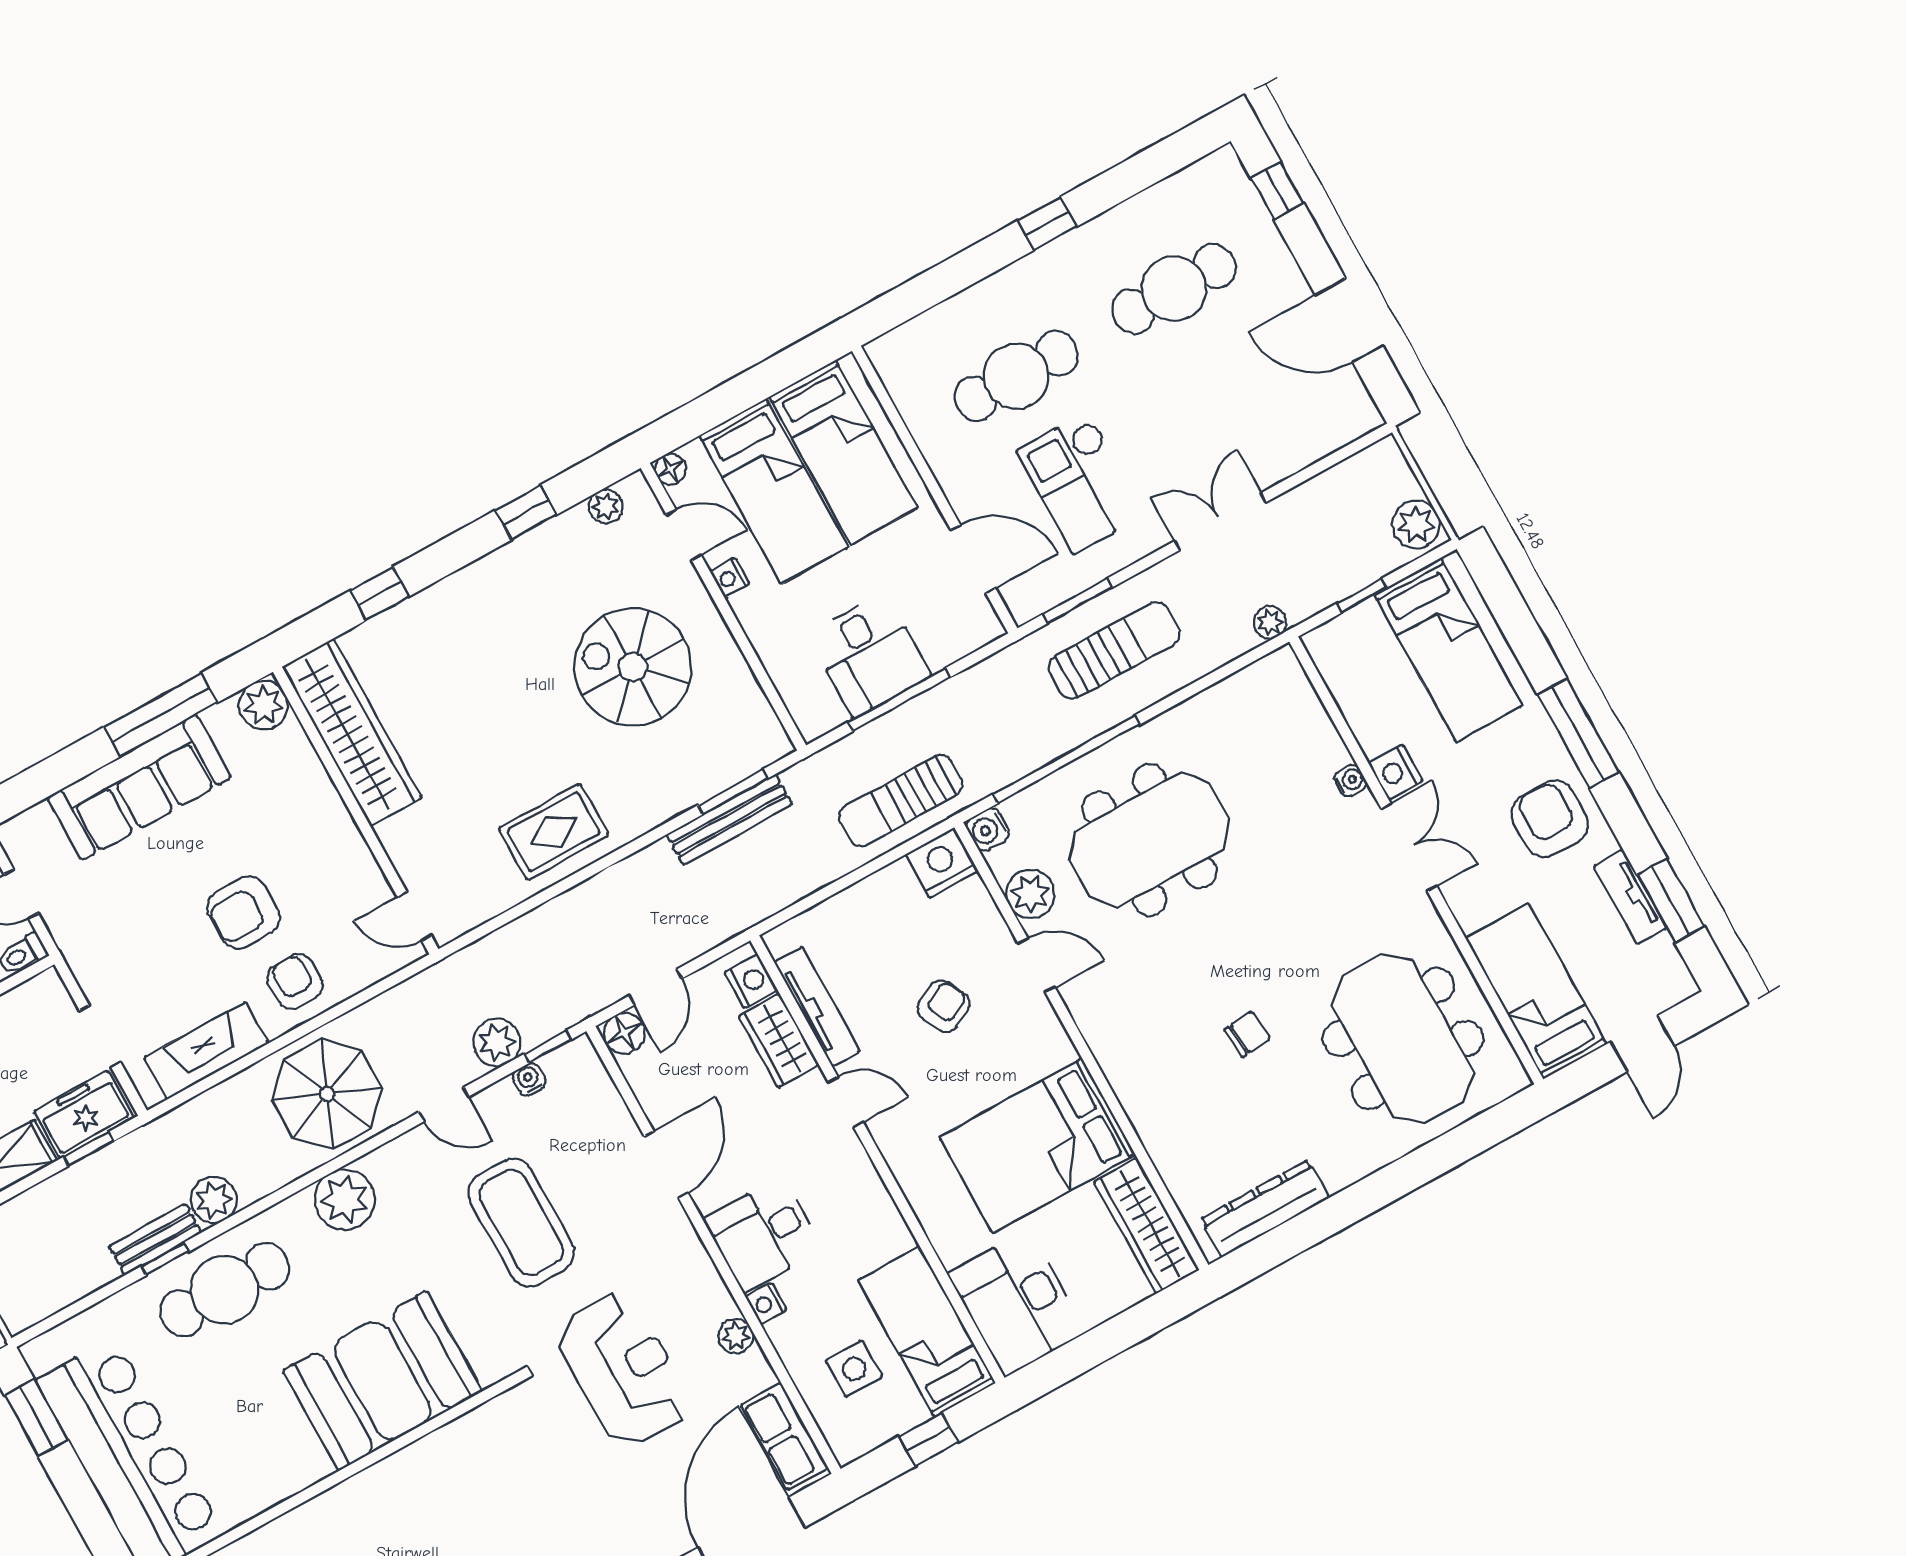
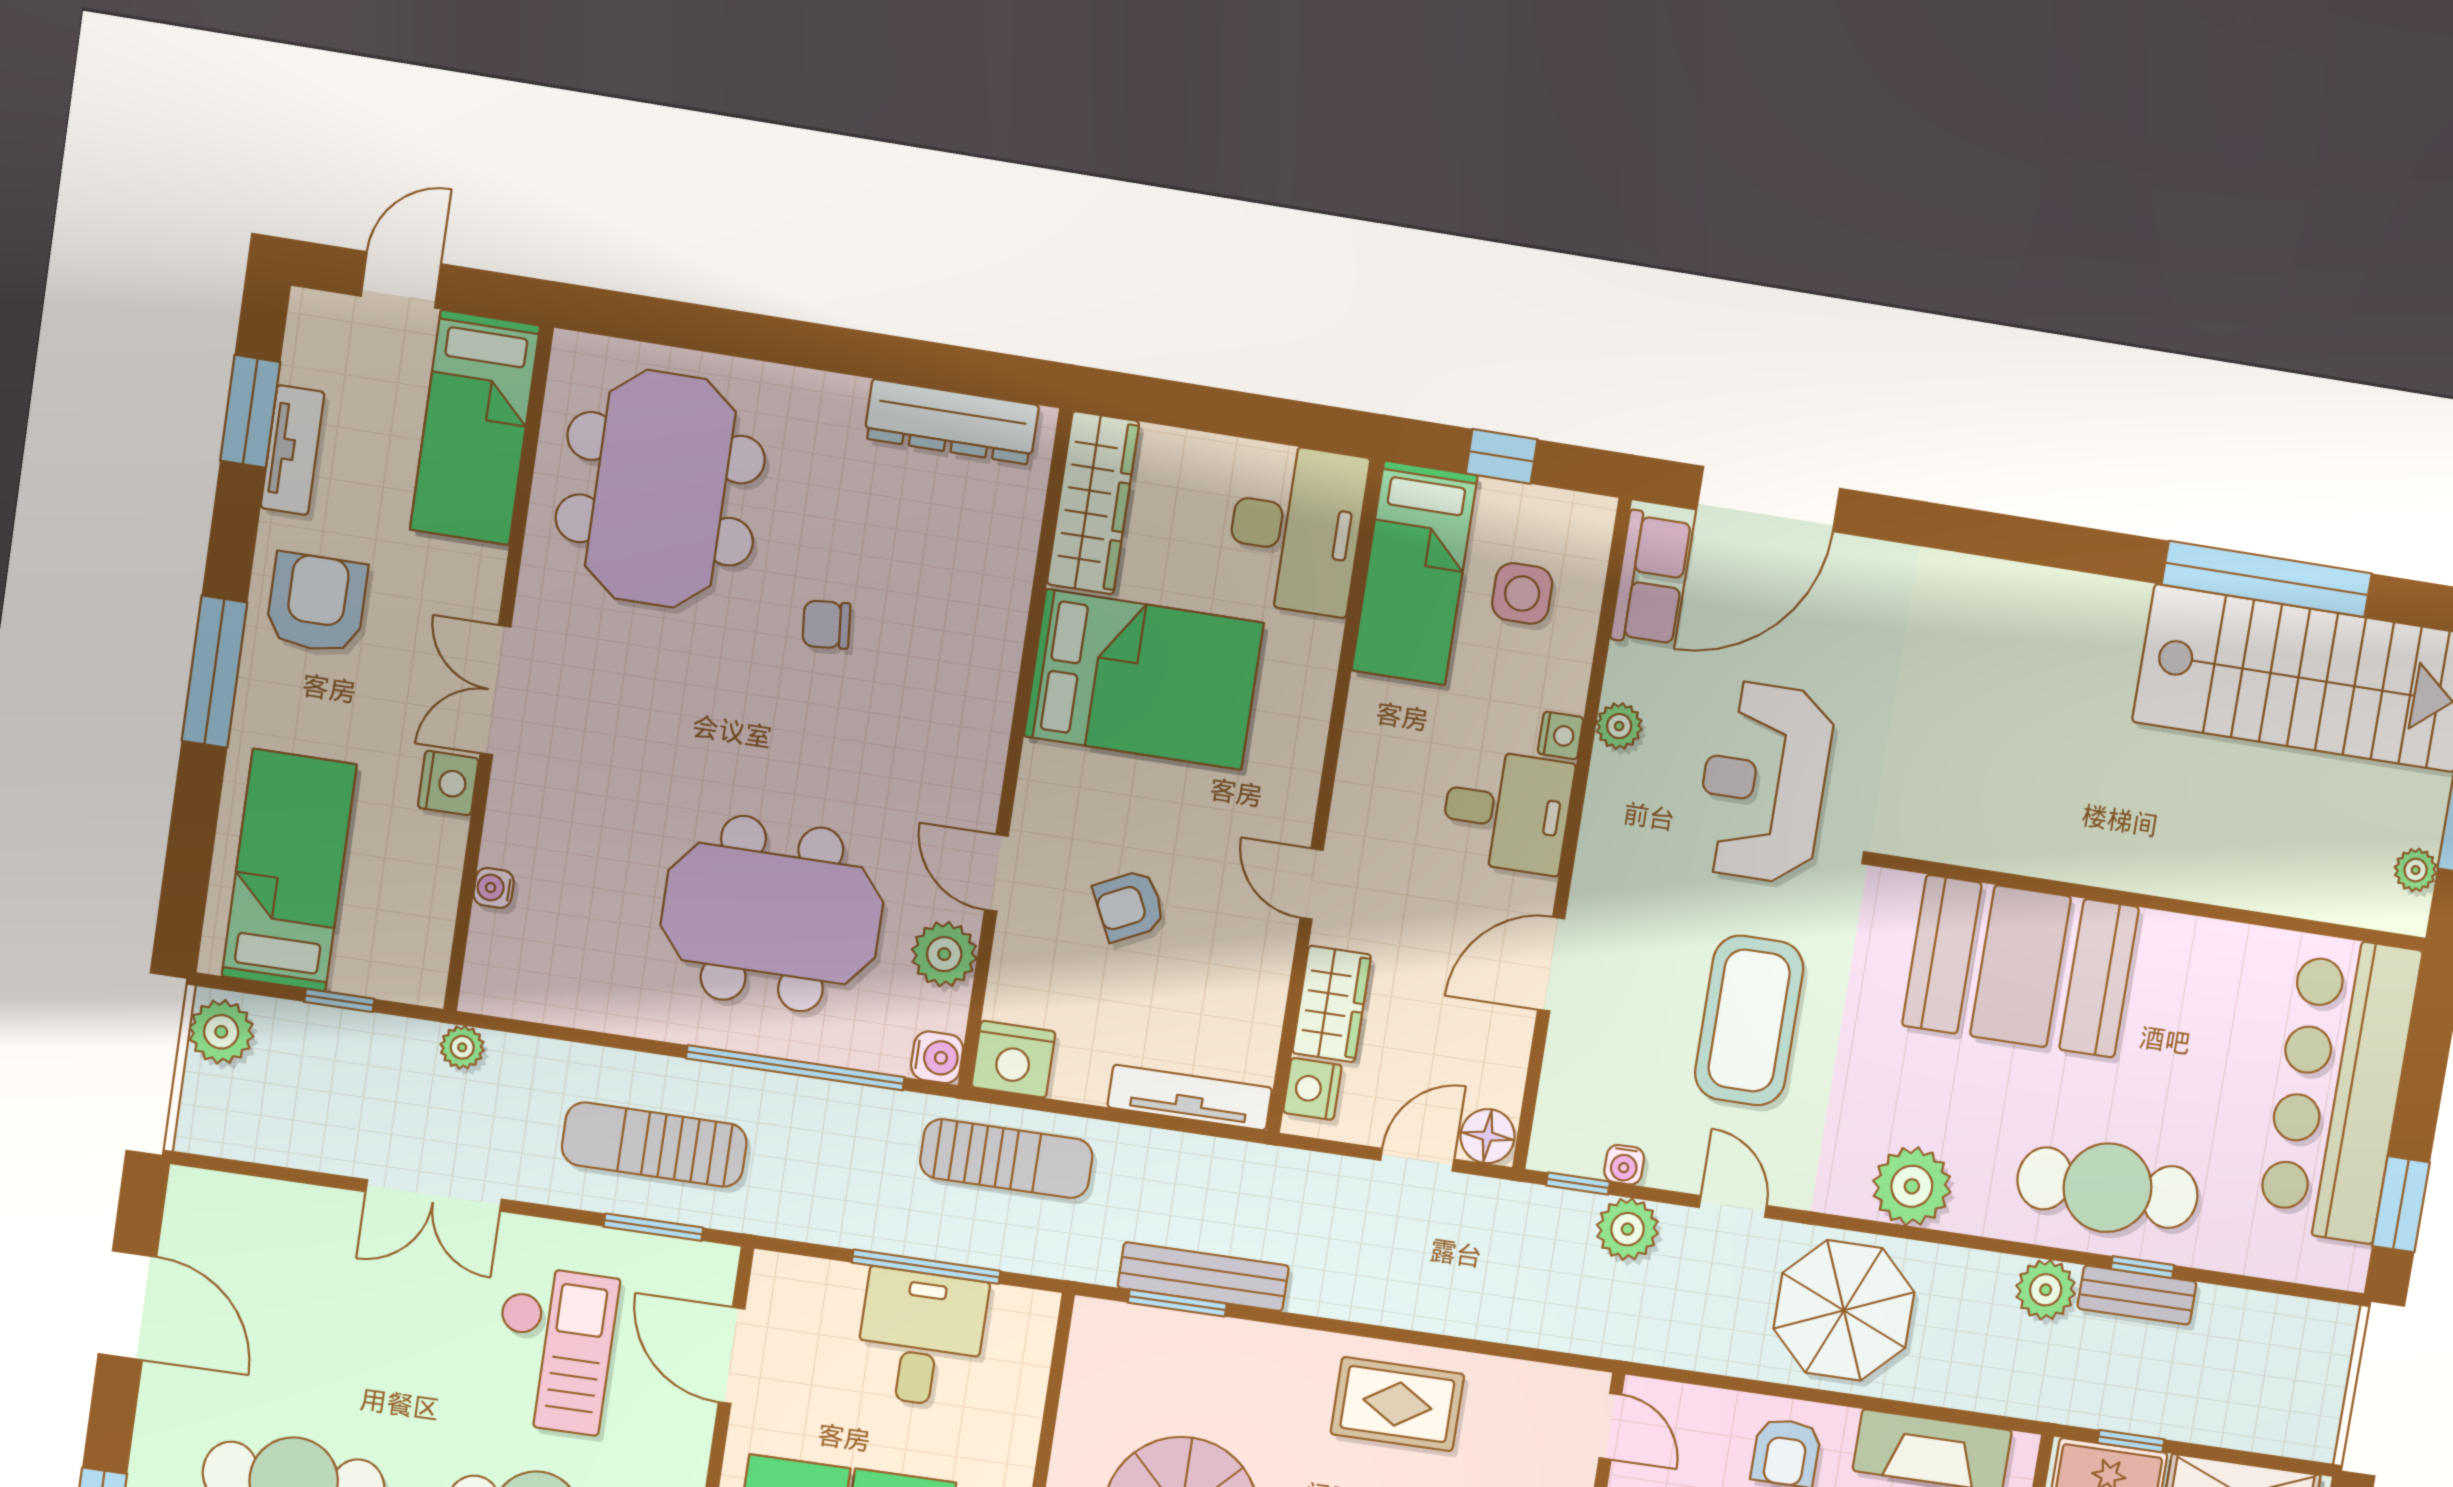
water cooler: (1350, 781) -> (494, 888), moved
armchair: (1550, 819) -> (317, 603), turned 180
tv unit: (817, 1007) -> (1190, 1097), moved, turned 90

